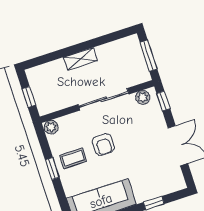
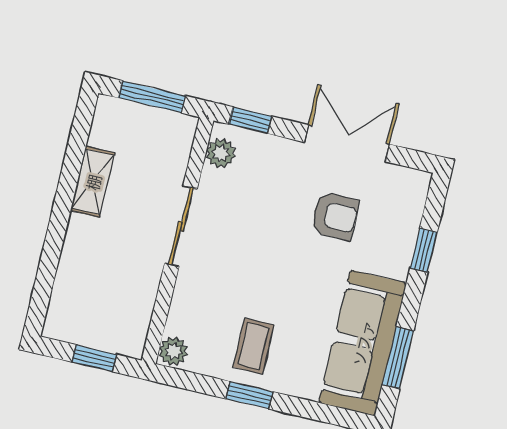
shelving: (81, 59) -> (93, 182), moved
sliding door: (104, 99) -> (181, 226), width x0.73
armchair: (103, 144) -> (335, 216), moved

